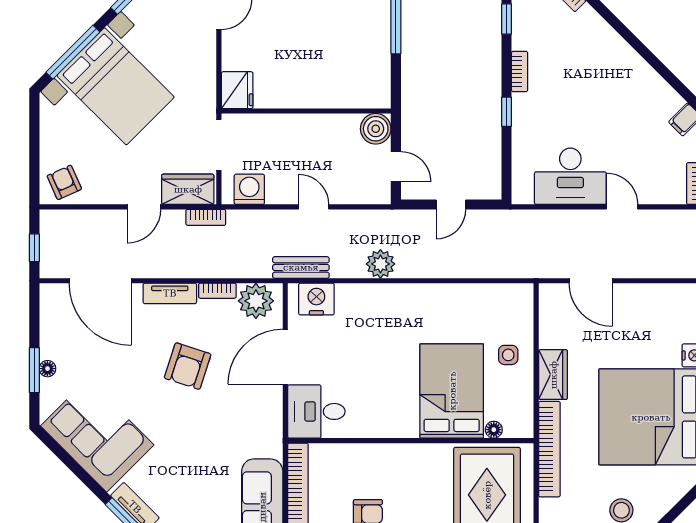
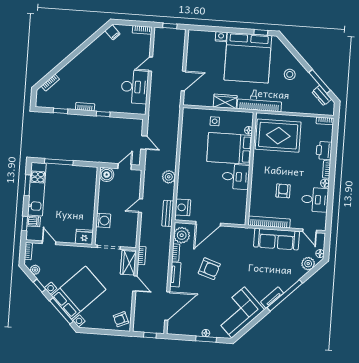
washing machine: (249, 189) -> (103, 220), moved, turned 180
door: (285, 357) -> (208, 224), hinge flipped
desk: (316, 411) -> (236, 177), moved, turned -90

